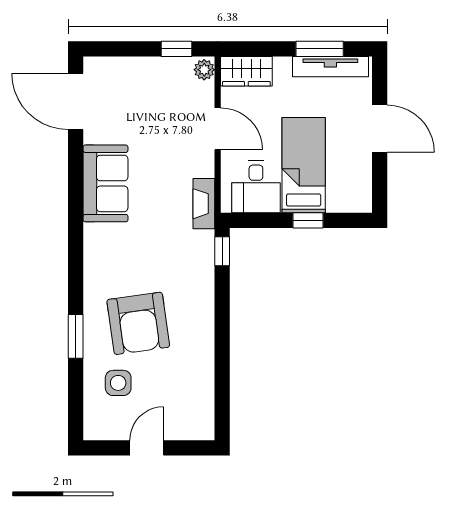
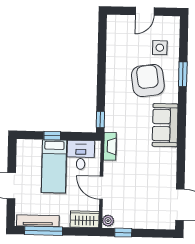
window: (320, 49) -> (44, 231), width x1.44
sofa: (105, 183) -> (165, 125), moved

